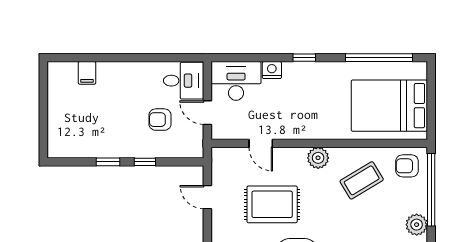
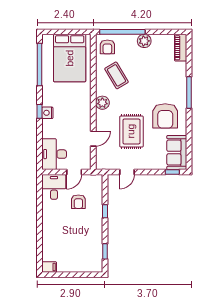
nightstand: (272, 70) -> (47, 113), moved
filing cabinet: (87, 73) -> (49, 267), moved
window: (108, 162) -> (105, 251), moved

